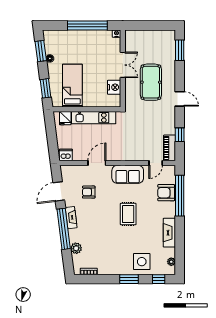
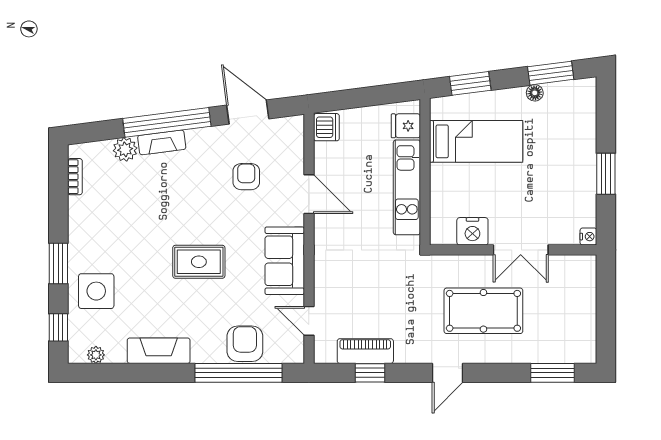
window: (87, 25) -> (606, 174), width x0.47
piano: (170, 148) -> (365, 351), moved
fireplace: (71, 218) -> (162, 142), moved

